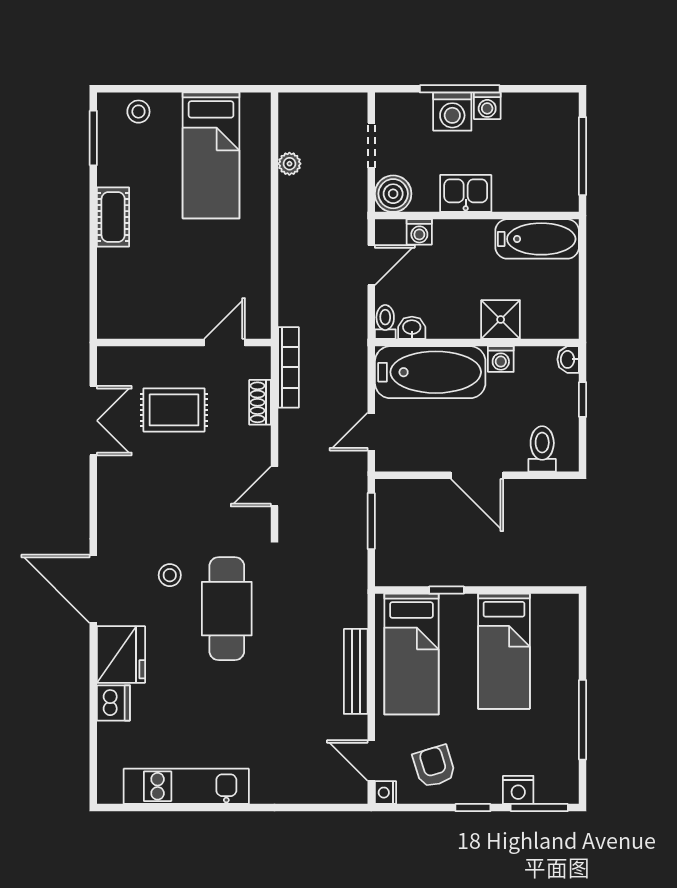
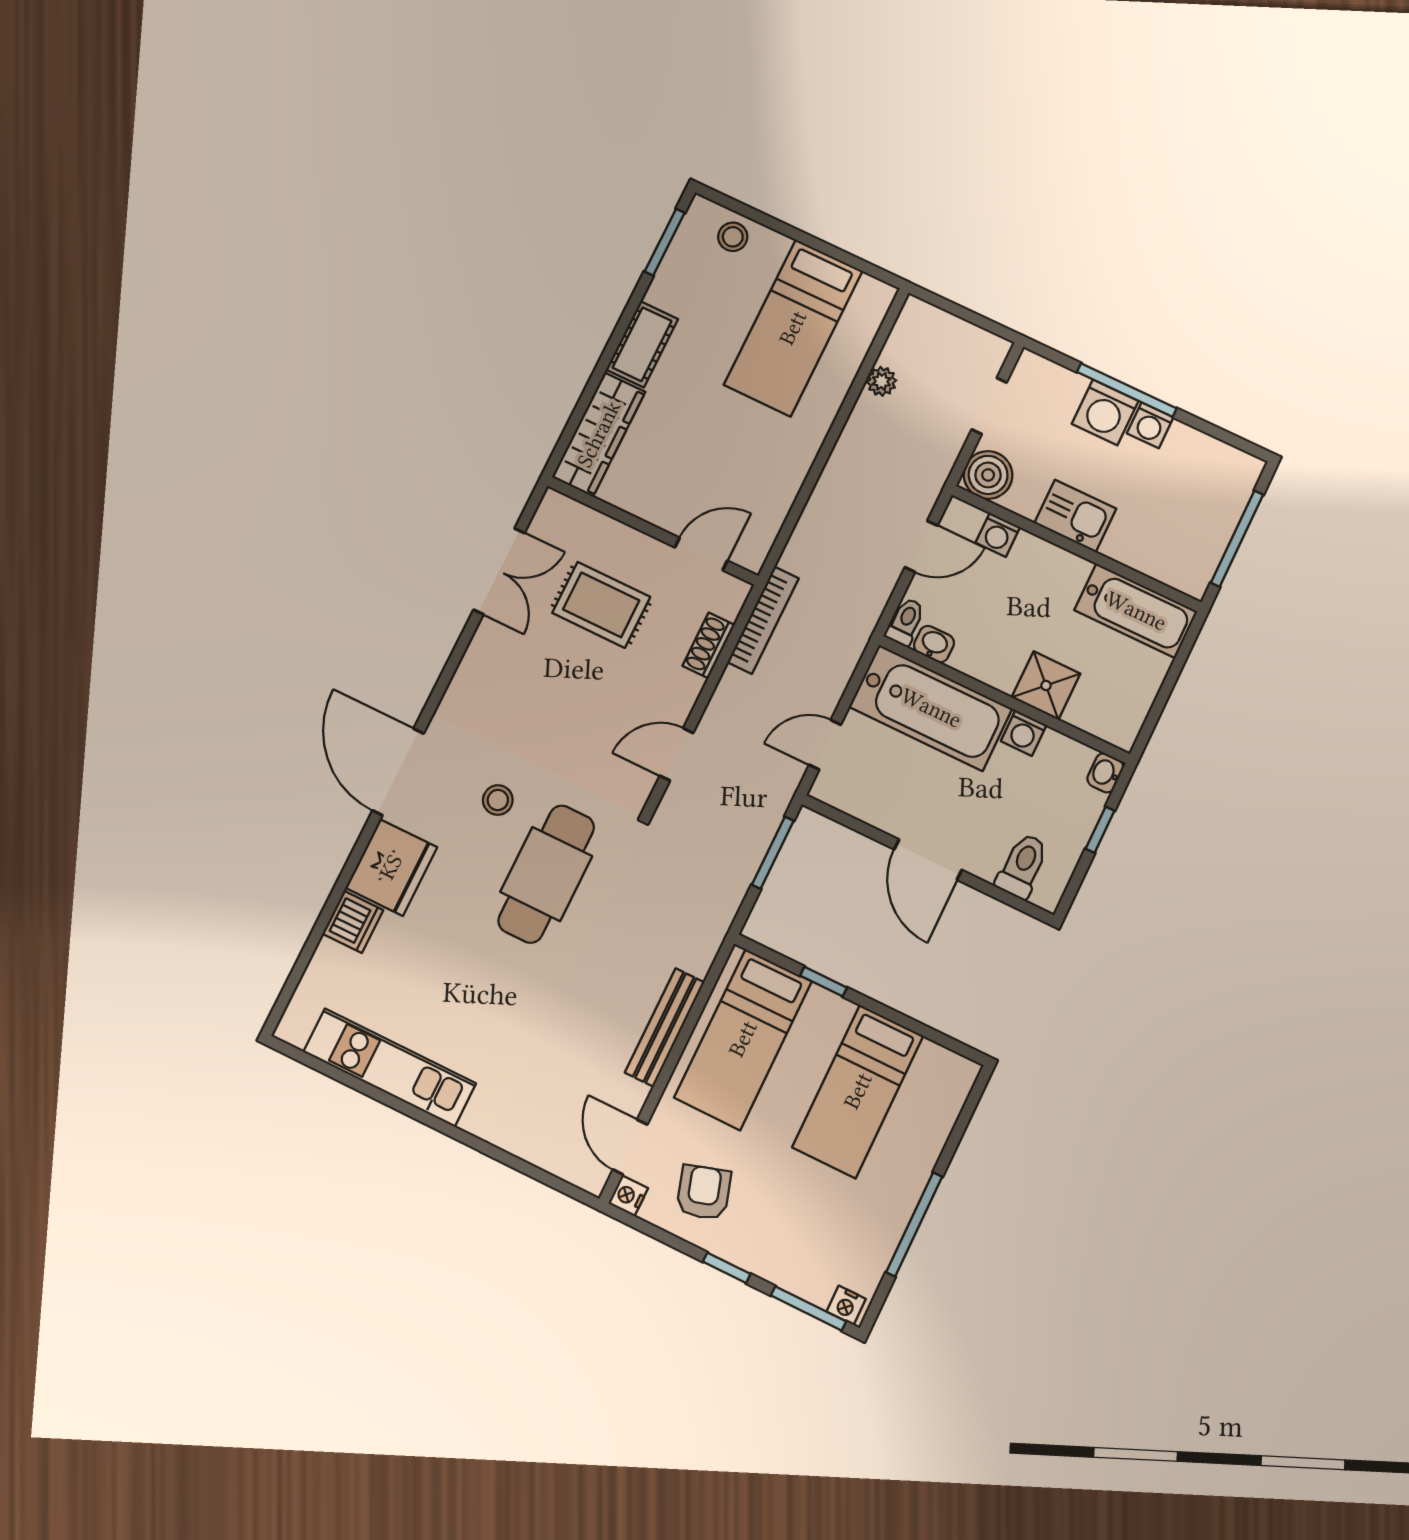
wardrobe: (114, 294) -> (599, 434), added
nightstand: (518, 790) -> (846, 1305), moved, width x0.72, depth x0.74

